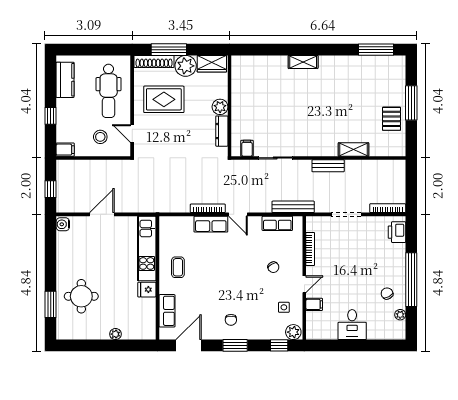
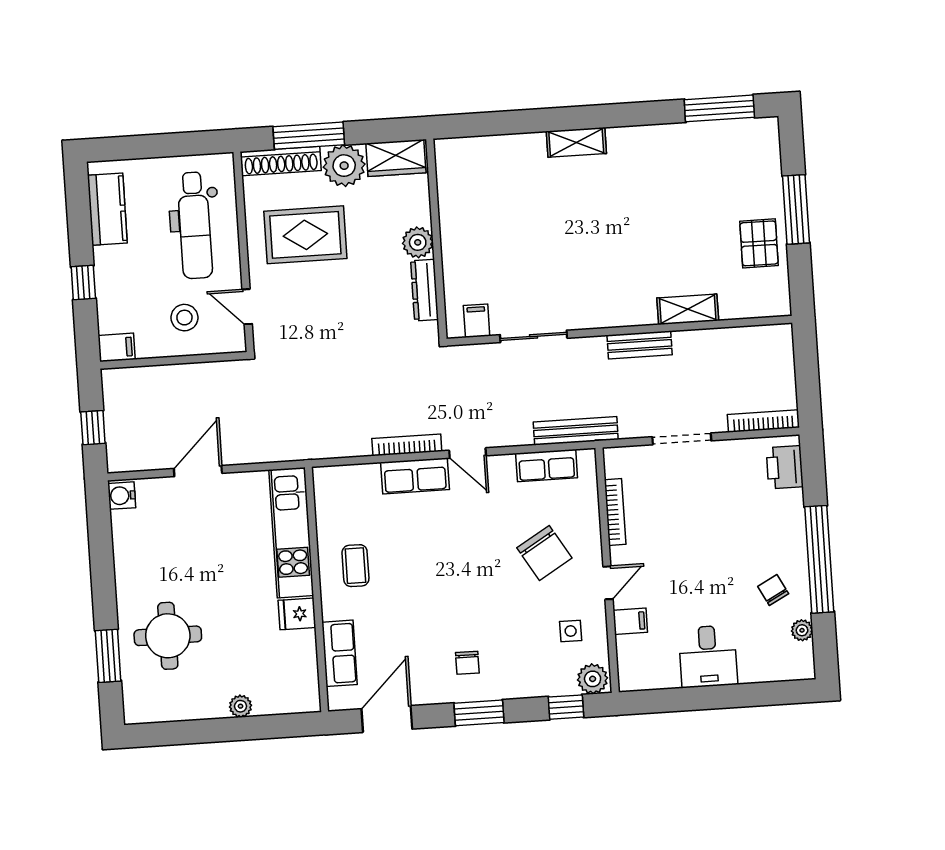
chair: (273, 267) -> (544, 553), width x1.87, depth x1.87

